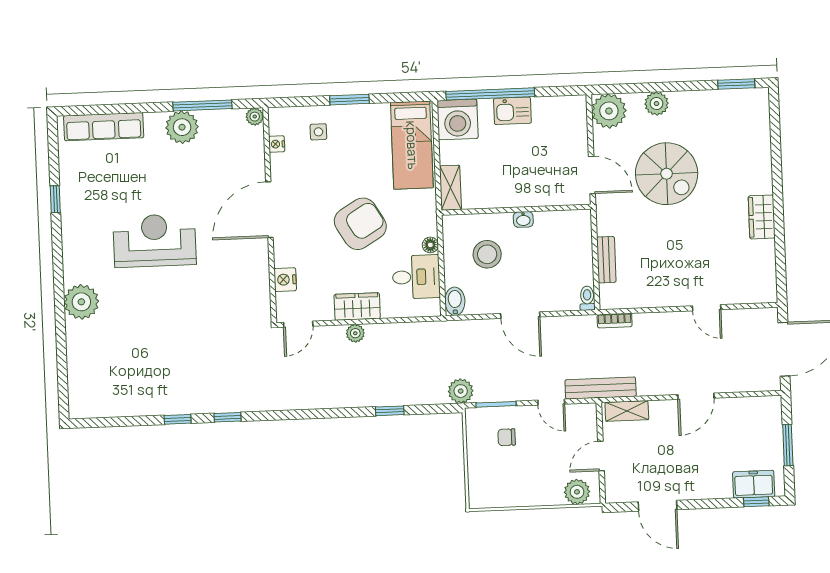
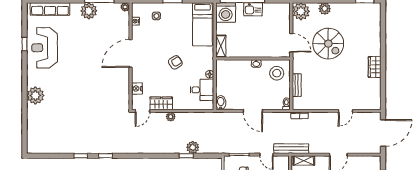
armchair: (360, 224) -> (175, 62), width x0.53, depth x0.53
reception desk: (155, 241) -> (45, 48), moved, turned -90
stool: (487, 254) -> (277, 73), moved
wardrobe: (357, 306) -> (161, 103), moved
door: (707, 308) -> (345, 111), hinge flipped
plant: (461, 391) -> (193, 147), moved

